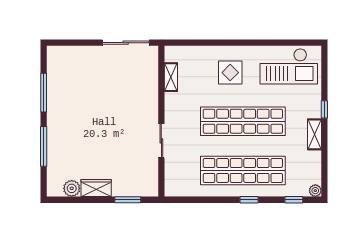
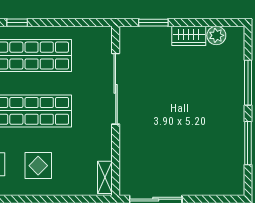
shelving: (171, 77) -> (105, 177), moved
sliding door: (161, 141) -> (116, 89), width x1.86

